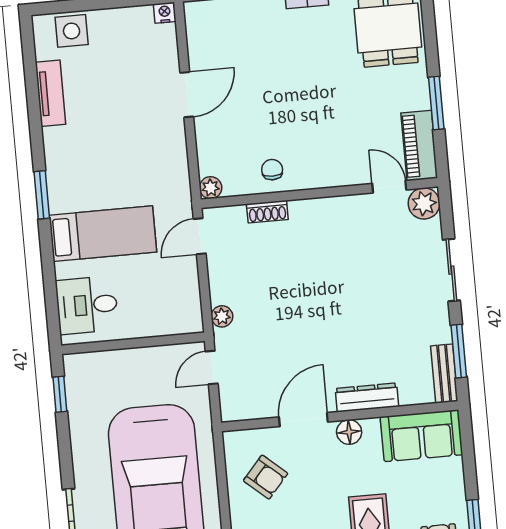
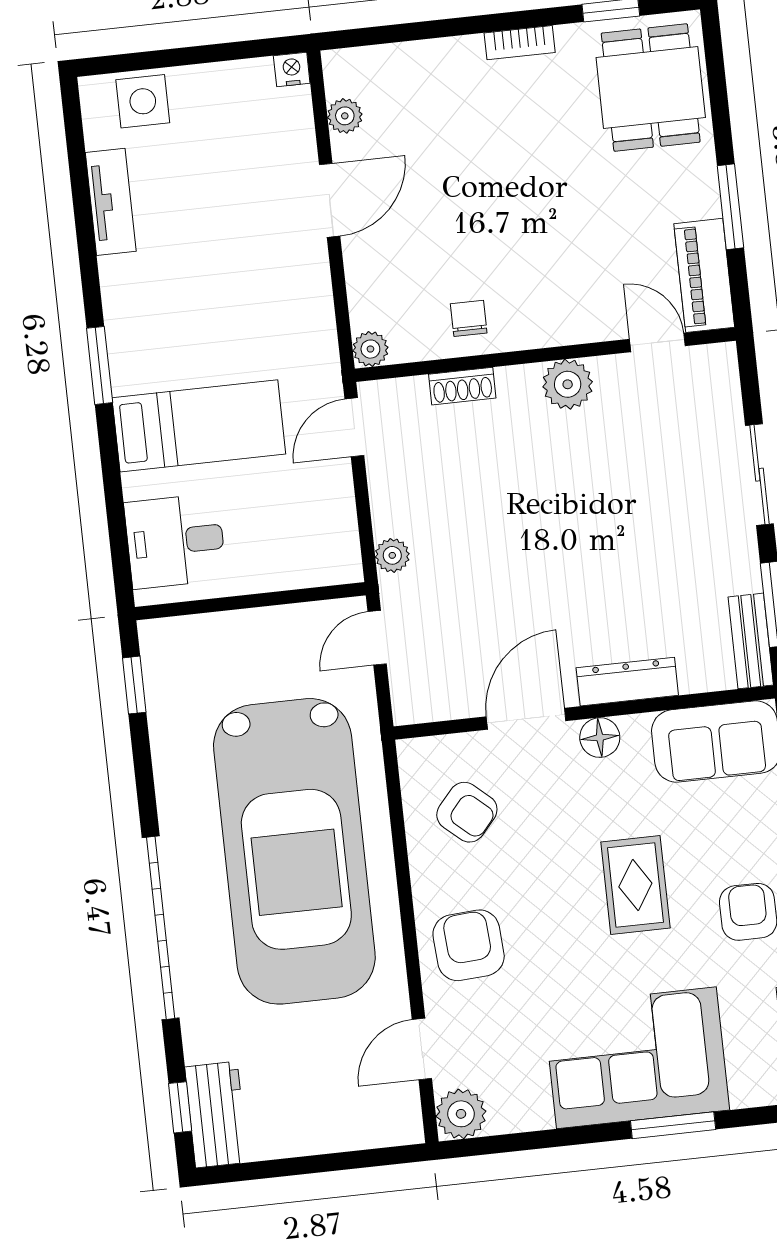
plant: (197, 42) -> (345, 116), added
plant: (424, 203) -> (568, 384), moved

